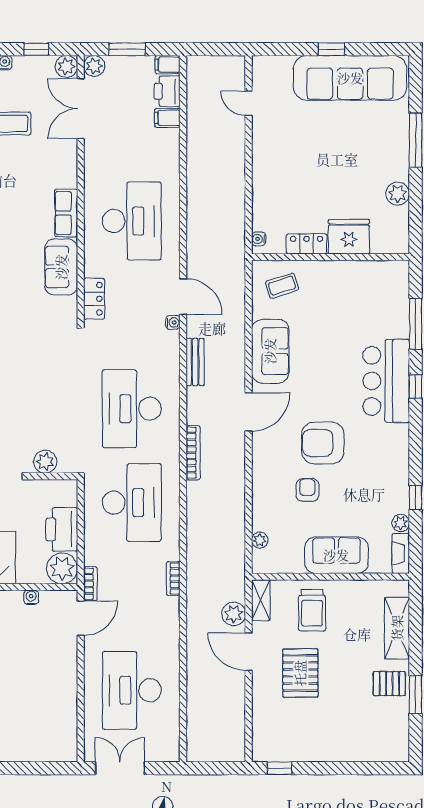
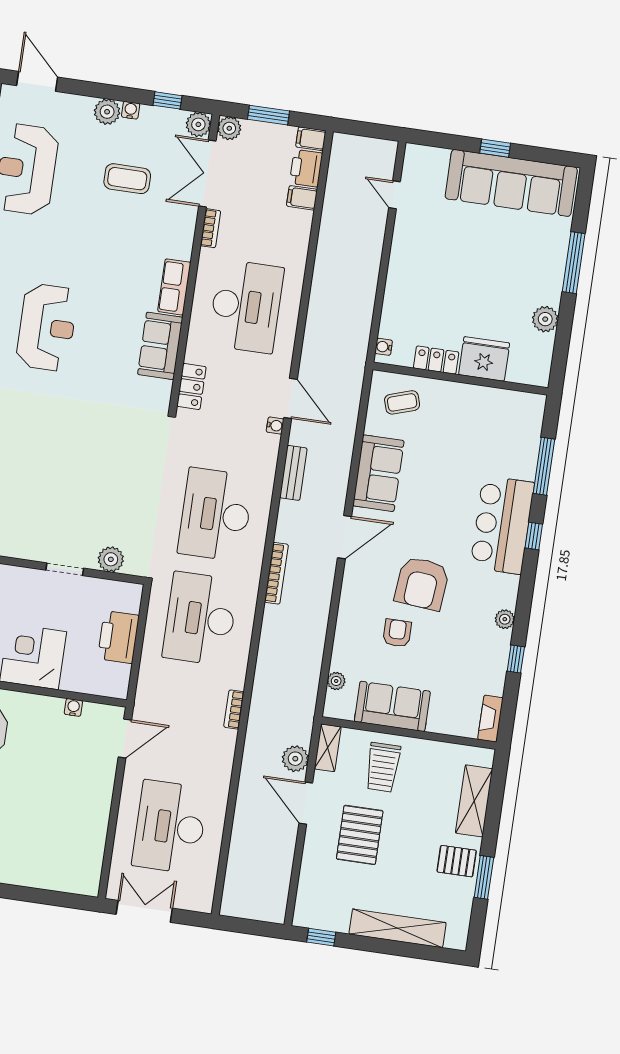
armchair: (323, 443) -> (422, 583), turned -85
desk: (132, 503) -> (200, 619), turned 180
plant: (401, 523) -> (505, 619), moved
sofa: (336, 555) -> (392, 706), moved
plant: (62, 568) -> (112, 680), removed
bookcase: (90, 584) -> (210, 228), moved
shelving: (346, 751) -> (398, 928), added

